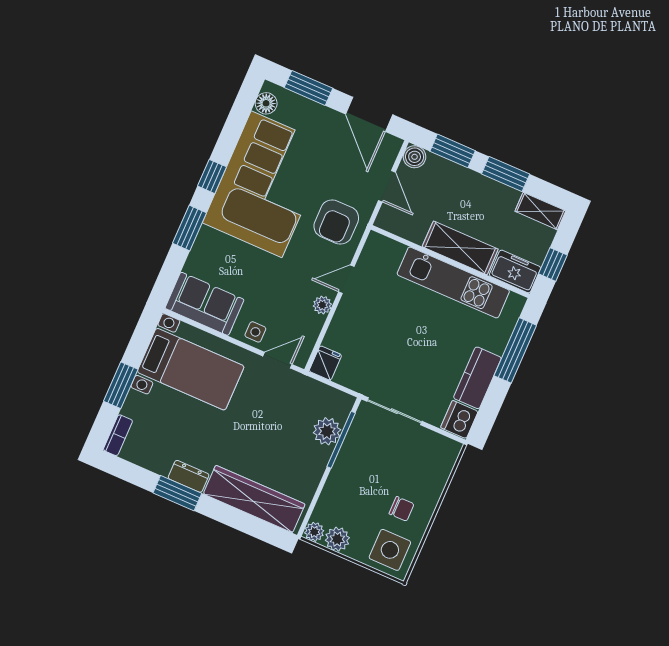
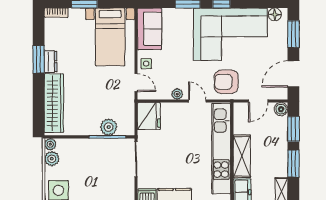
kitchen unit: (453, 282) -> (221, 149), width x1.36
fridge: (325, 363) -> (149, 116), width x1.88, depth x1.34
chair: (401, 509) -> (84, 187), removed

